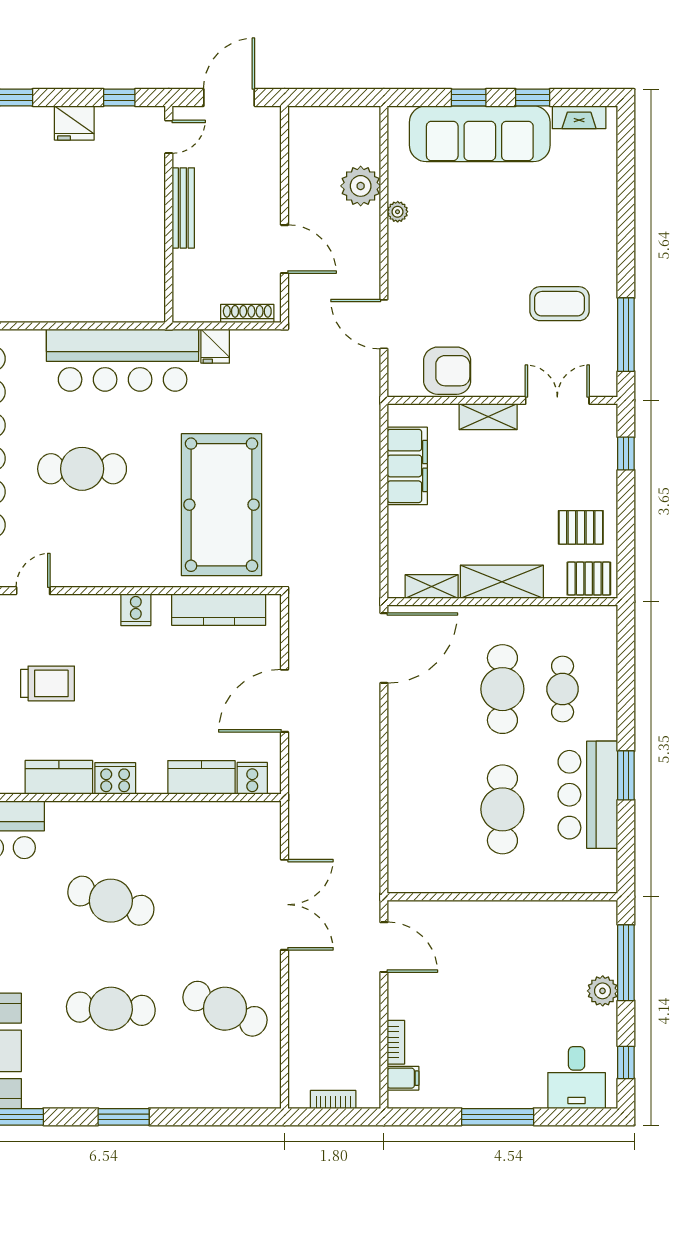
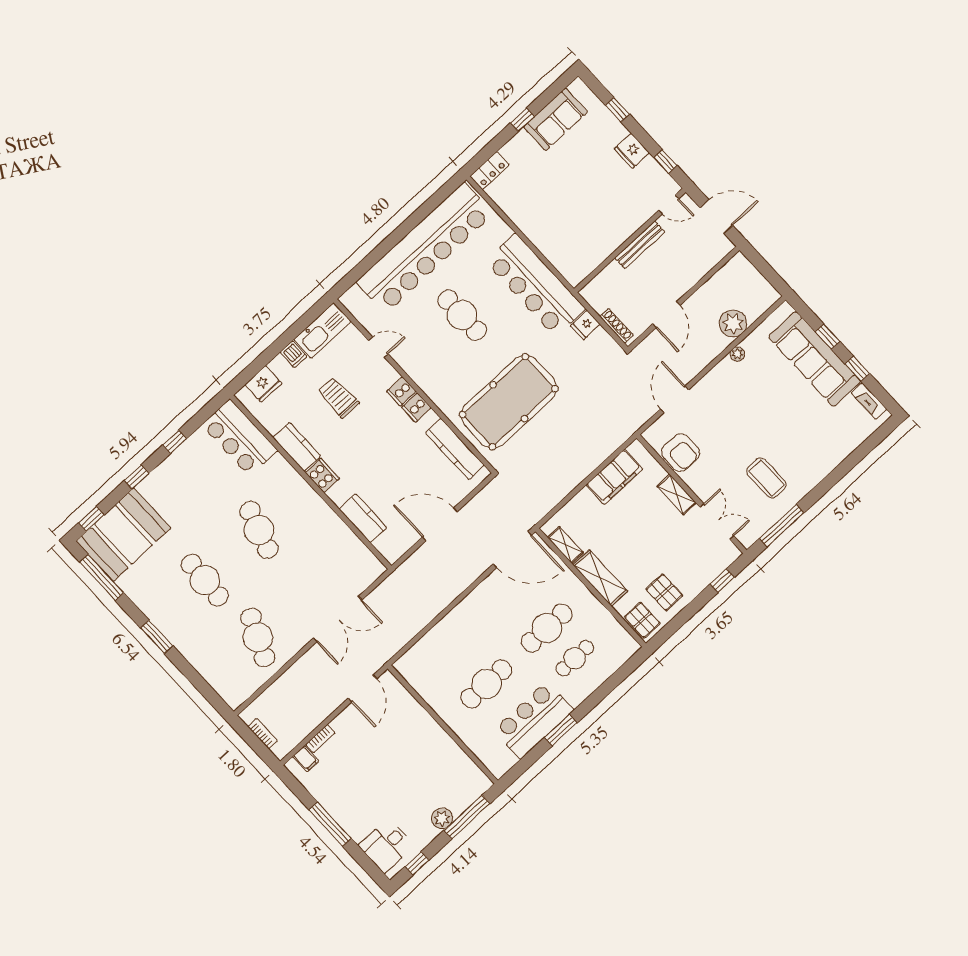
trolley: (48, 683) -> (338, 397), turned 180
cooker: (252, 778) -> (401, 391), moved, turned 180

